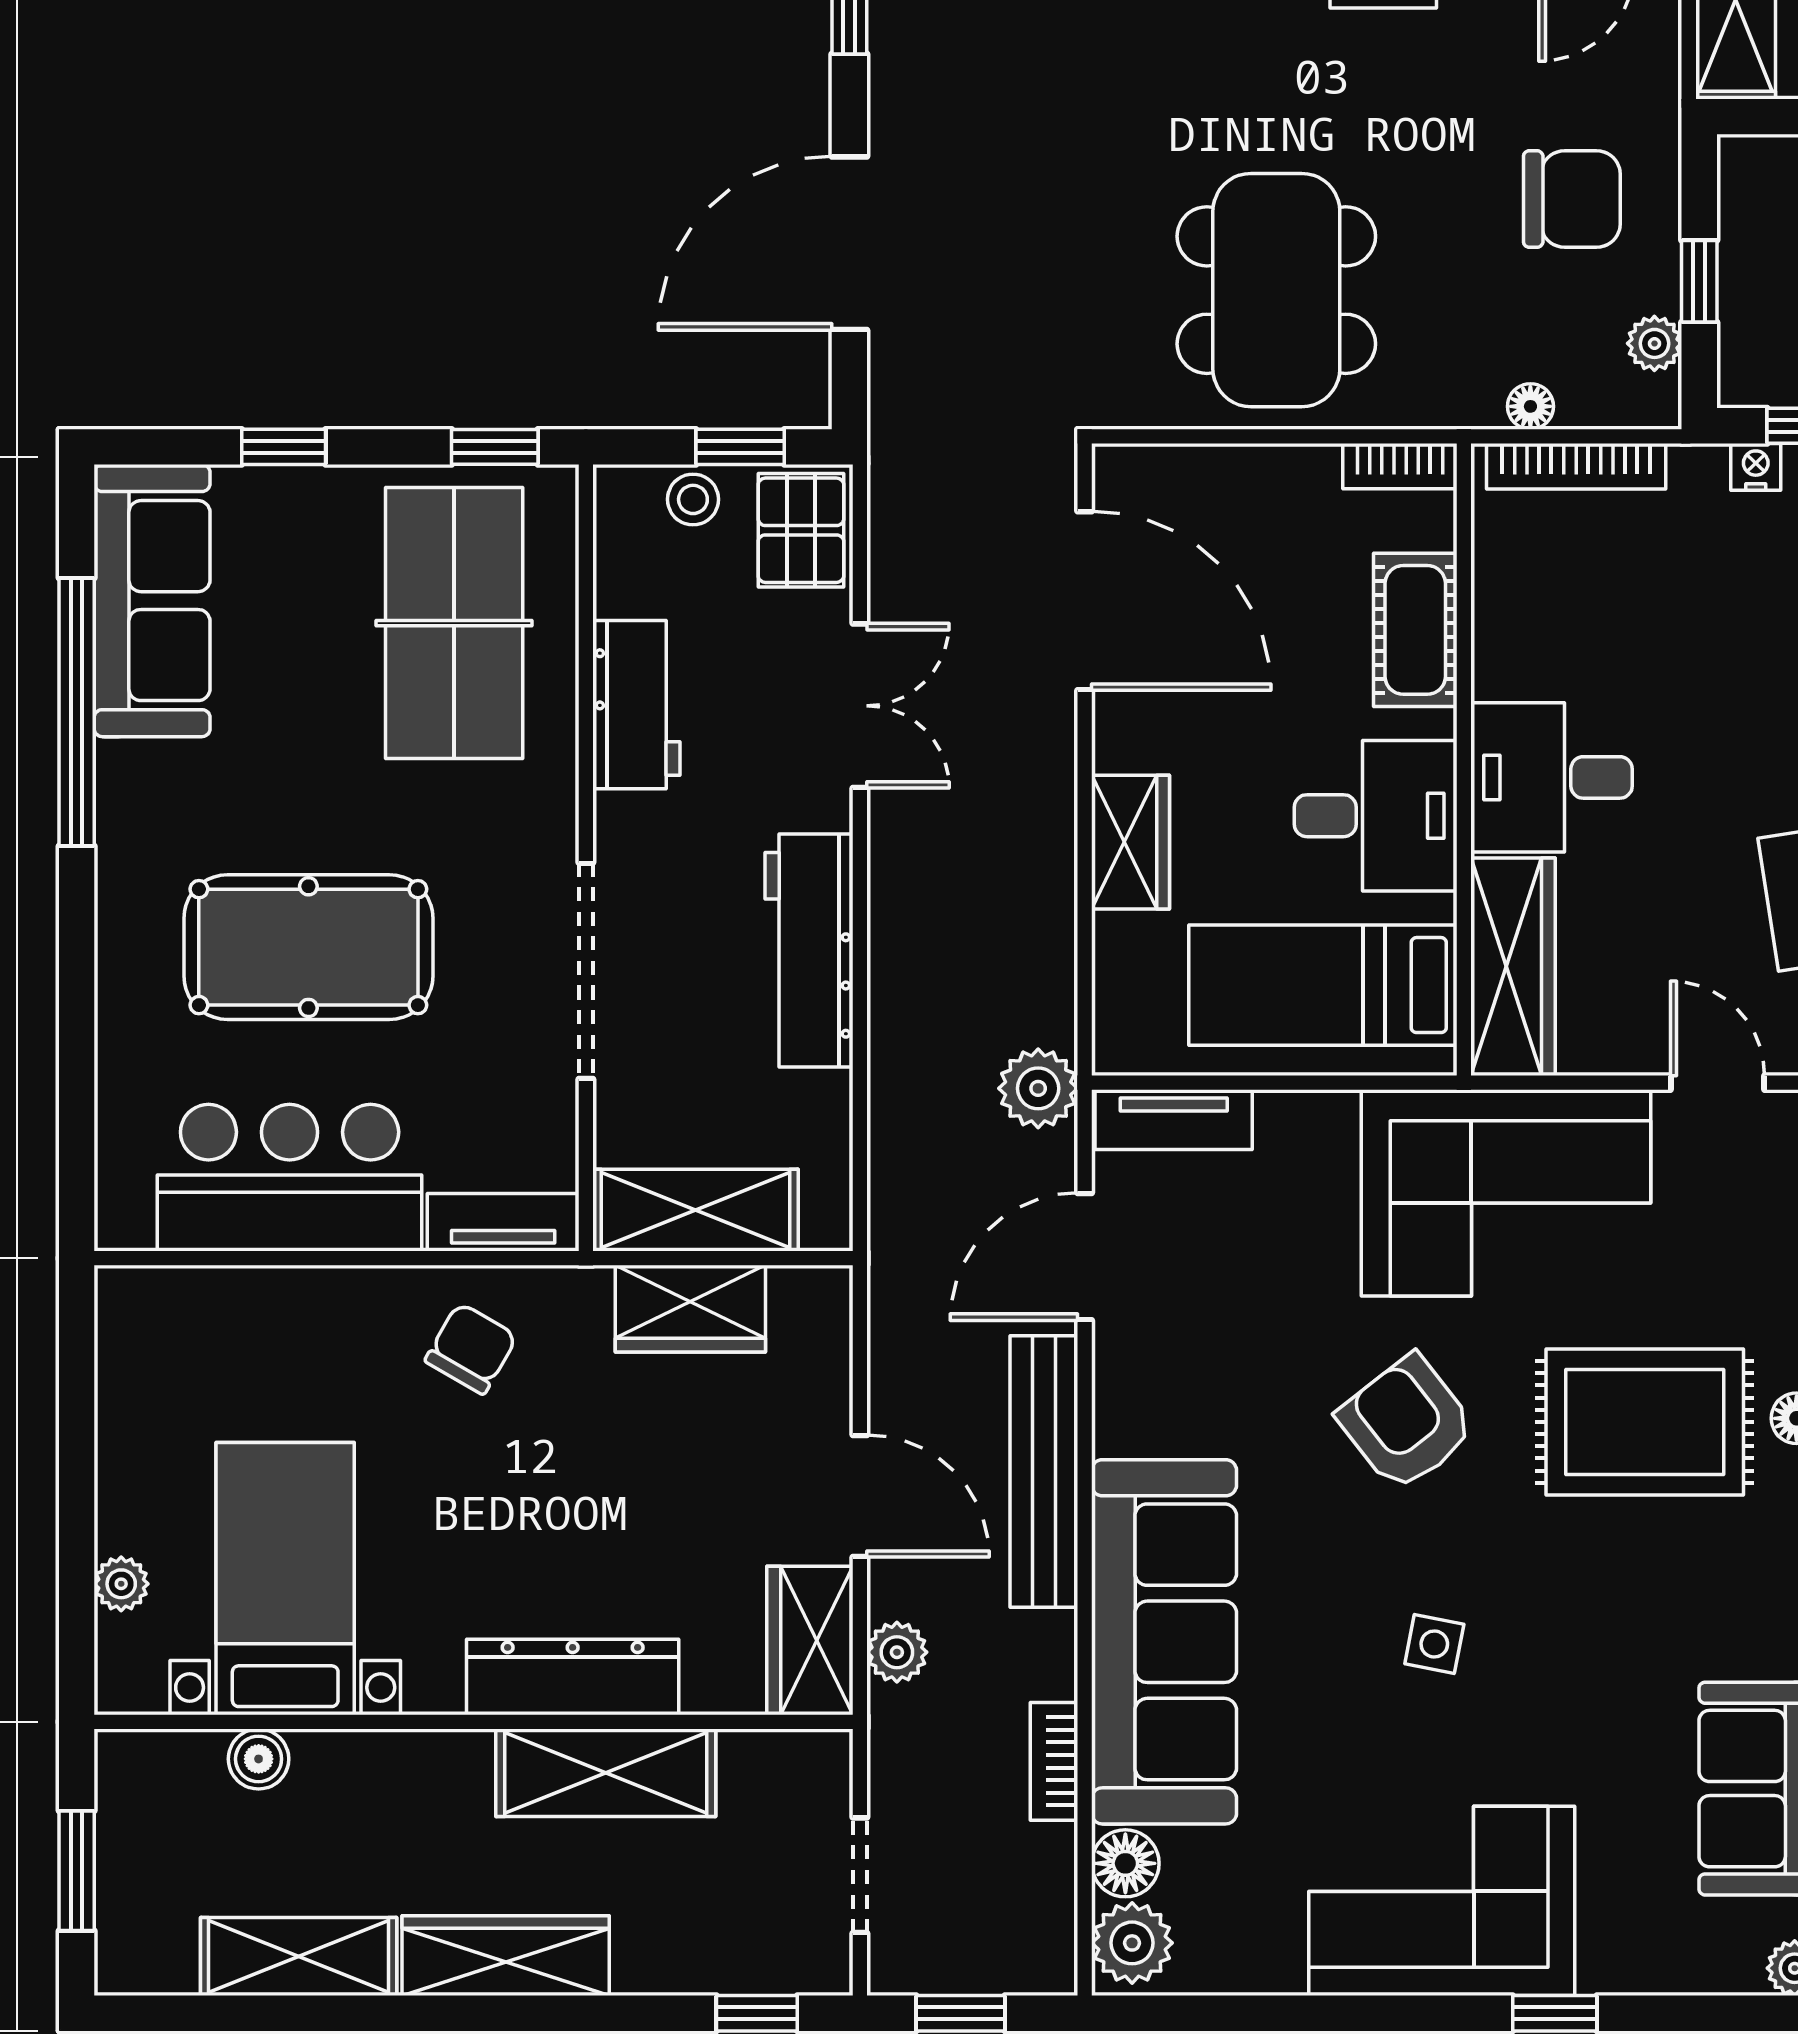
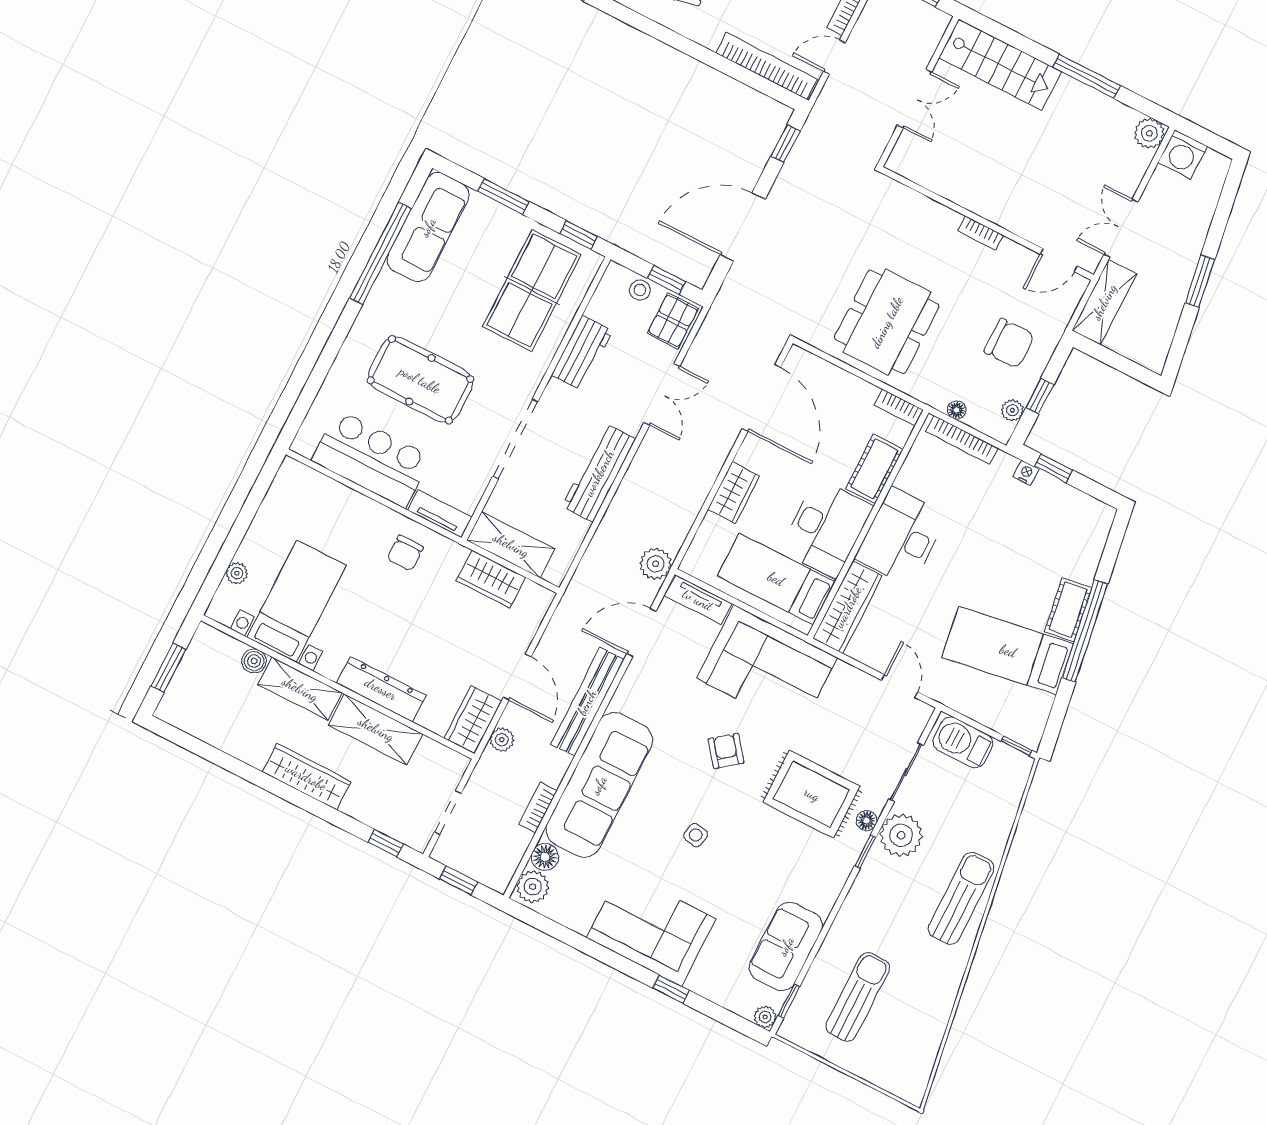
window: (284, 447) -> (503, 196), width x1.50
desk: (1552, 777) -> (901, 537), width x1.37
desk: (1376, 816) -> (826, 528), width x1.37
corner sofa: (1506, 1193) -> (767, 668), moved
chair: (471, 1348) -> (405, 553), turned 150
armchair: (1407, 1423) -> (726, 751), width x0.72, depth x0.72
shelving: (299, 1957) -> (300, 689), moved

